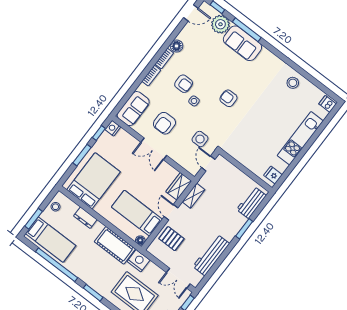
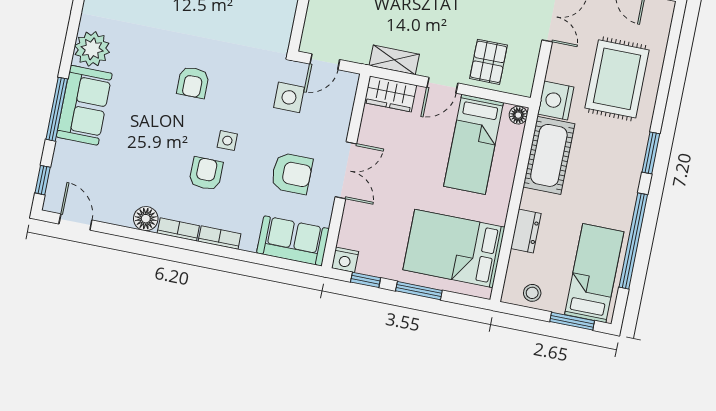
plant: (220, 24) -> (92, 49), moved

